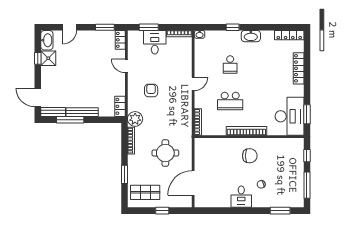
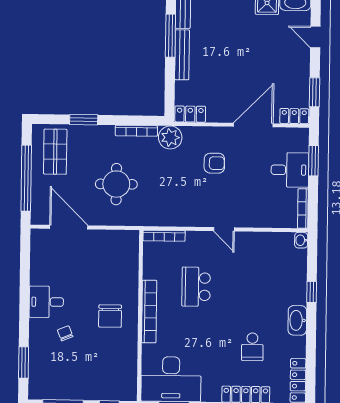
school desk: (230, 65) -> (252, 347), moved, turned -90
door: (126, 66) -> (253, 125), width x1.88
window: (162, 211) -> (26, 178), width x3.17

